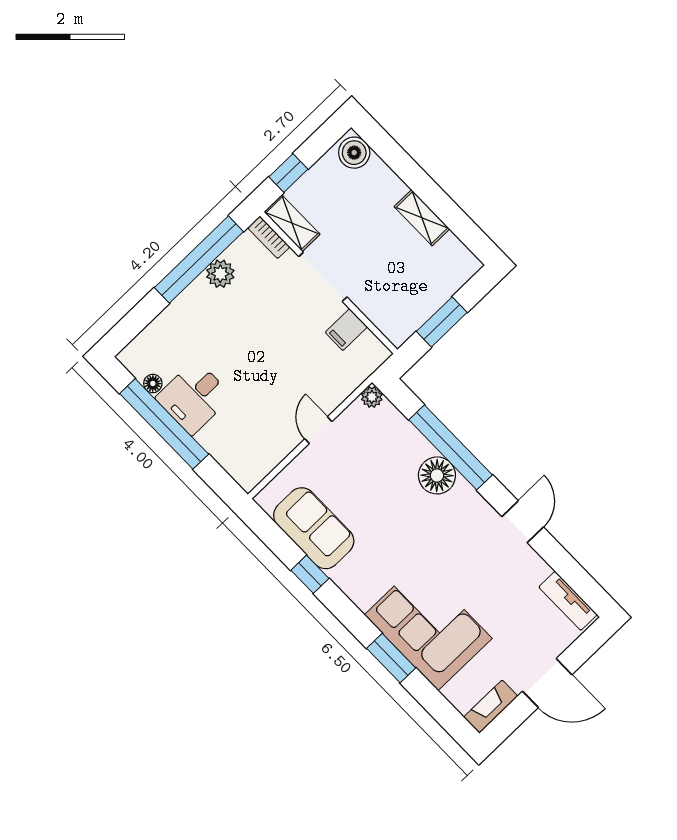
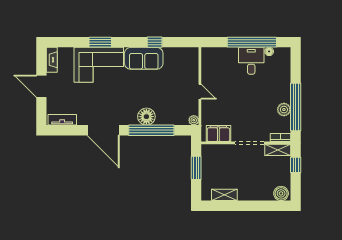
shelving: (422, 218) -> (224, 195), moved
filing cabinet: (346, 330) -> (218, 134), width x2.00
door: (523, 522) -> (103, 130), width x1.88
sofa: (314, 528) -> (144, 58), moved
door: (547, 683) -> (41, 86), hinge flipped

